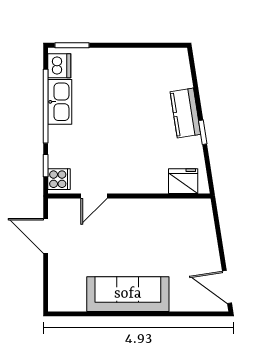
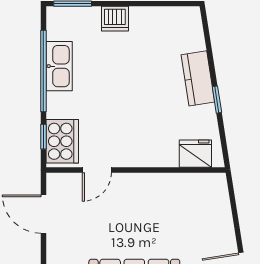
dishwasher: (59, 66) -> (115, 19), moved, turned 90
cooker: (59, 179) -> (62, 141), width x1.87, depth x1.31

